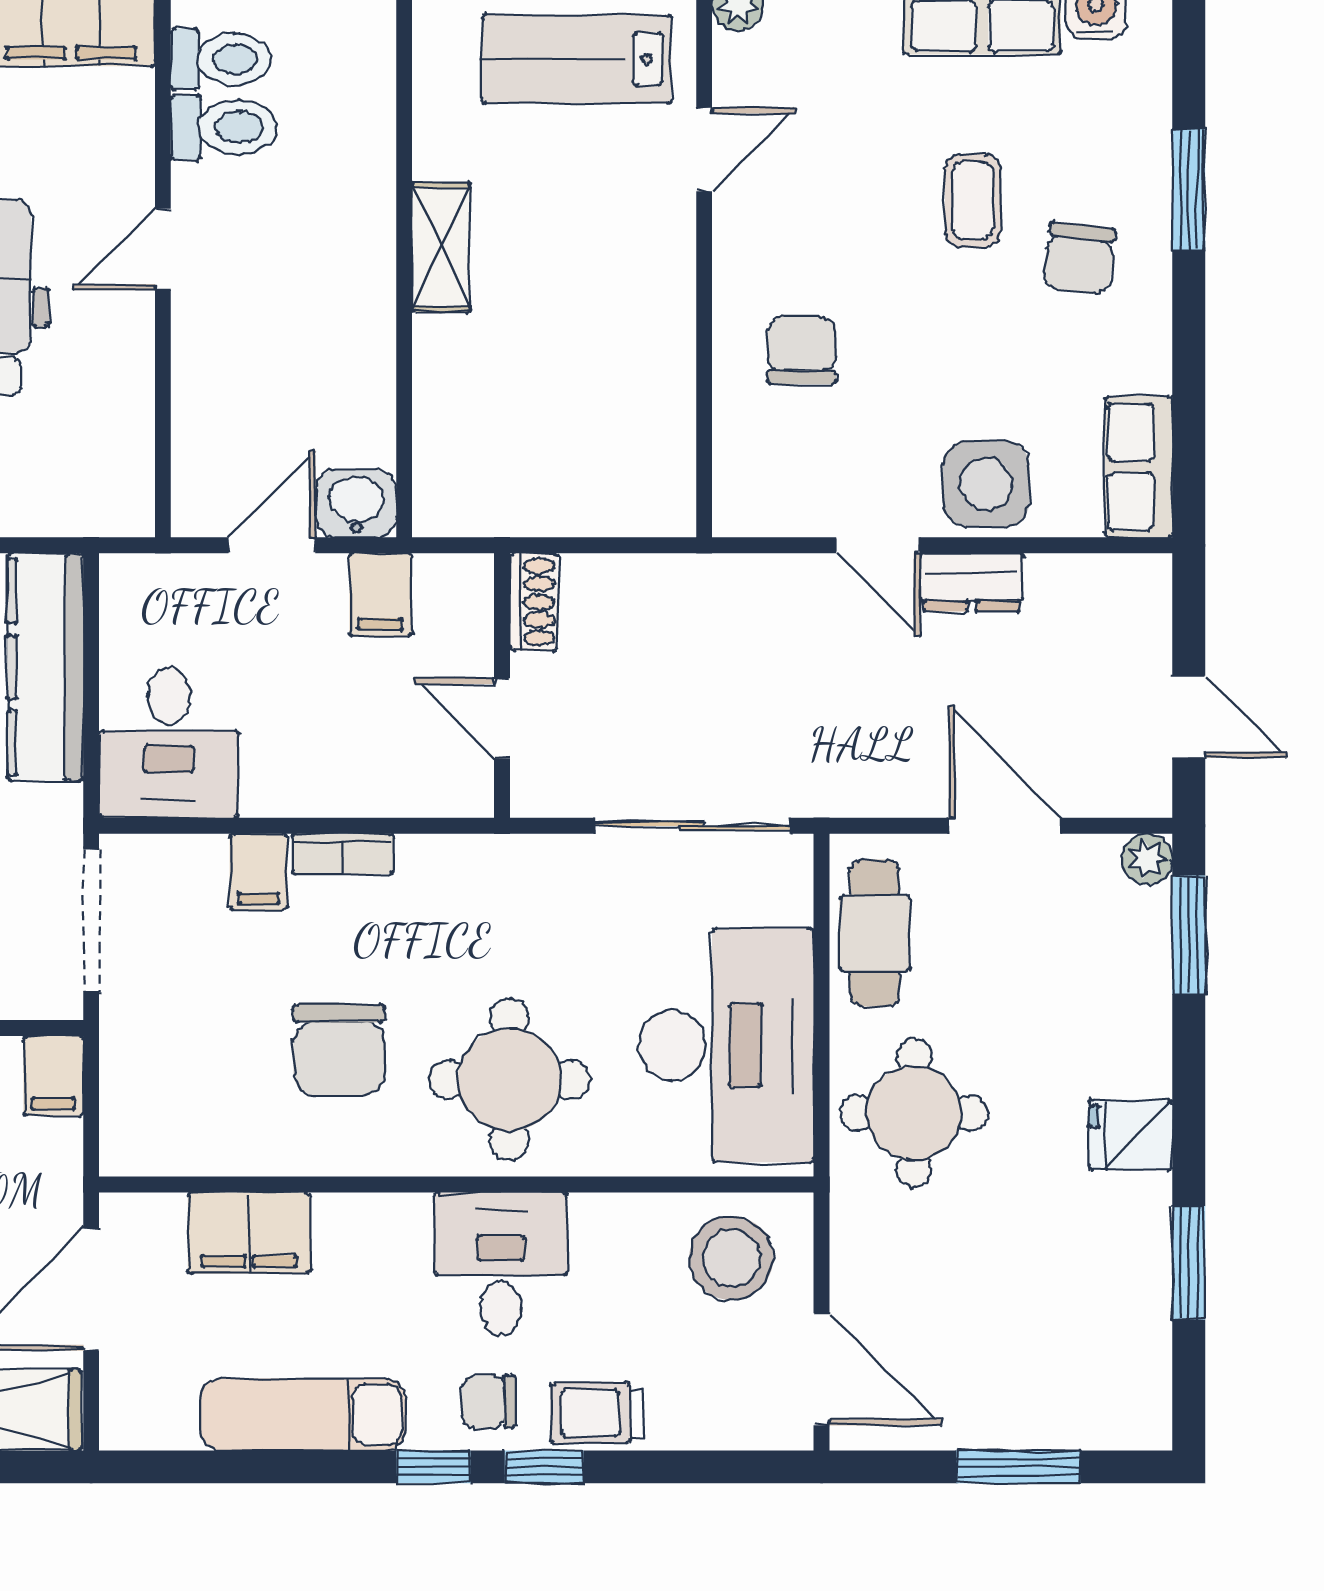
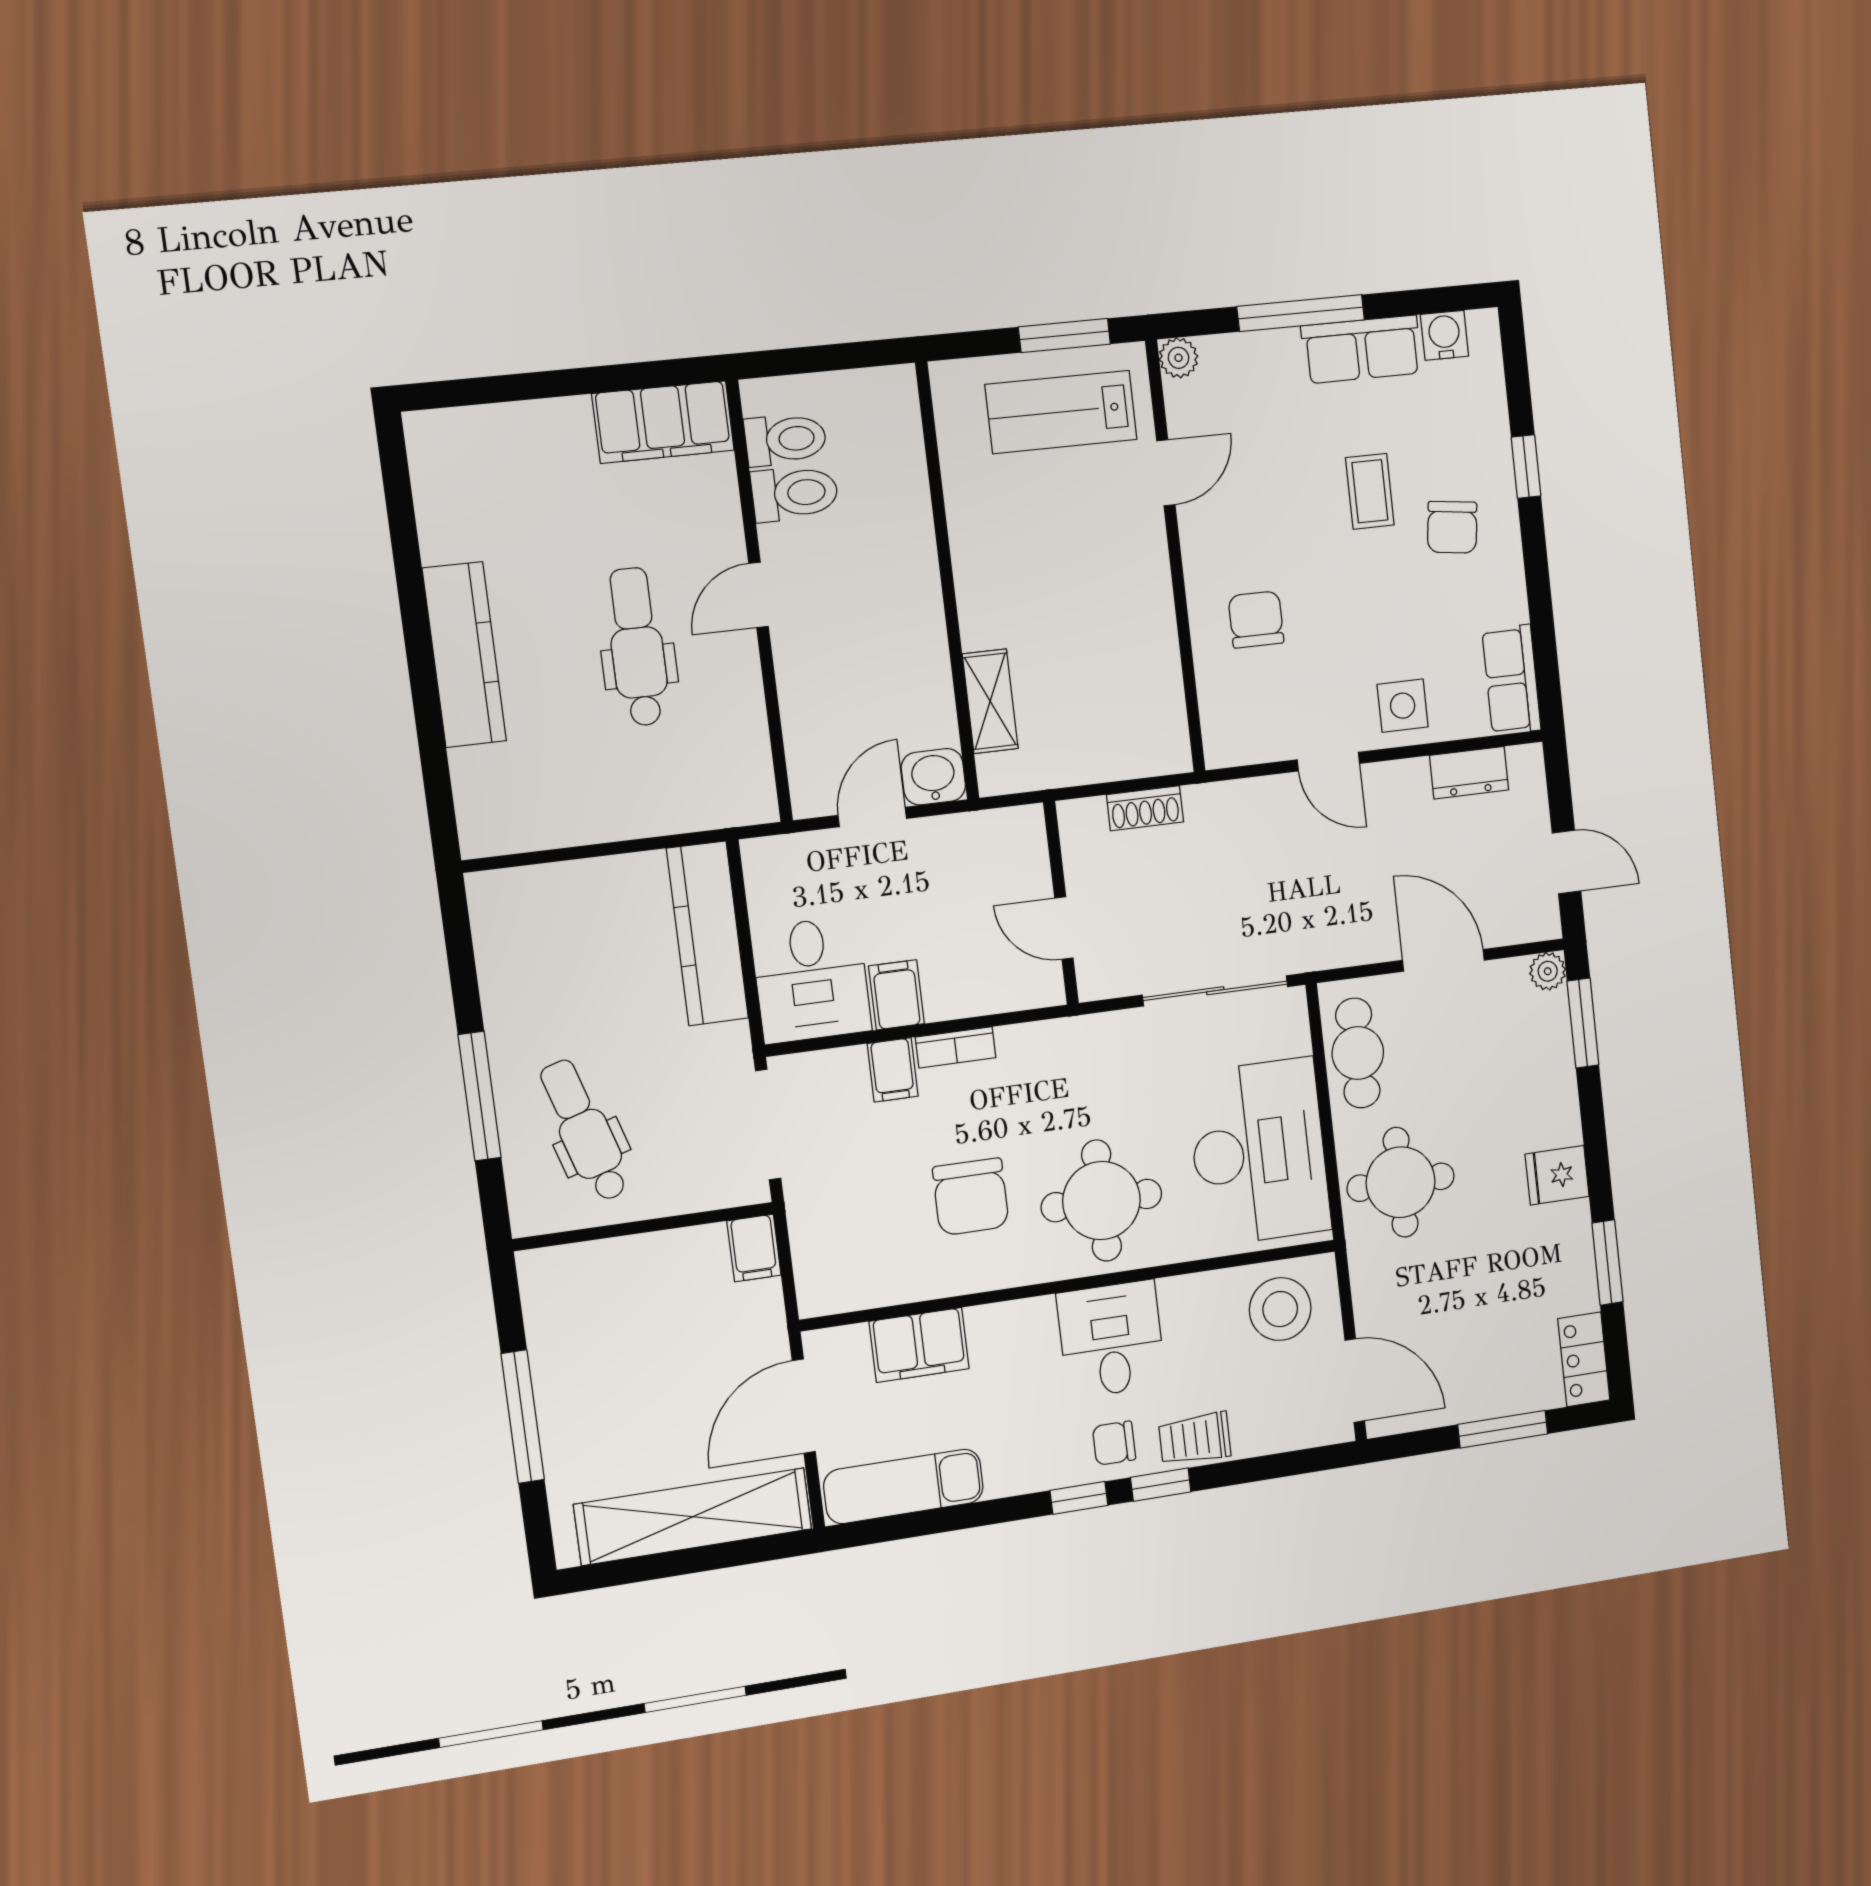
window: (1189, 190) -> (1526, 467), width x0.67
shelving: (441, 247) -> (990, 701), moved
side table: (986, 484) -> (1403, 706), width x0.73, depth x0.73
dresser: (971, 582) -> (1469, 773), moved
filing cabinet: (381, 595) -> (896, 995), moved, turned 180
shoe rack: (534, 602) -> (1145, 808), moved, turned 90
locker: (1142, 1390) -> (1584, 1359), added
exam couch: (303, 1414) -> (904, 1486), moved

